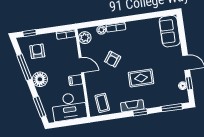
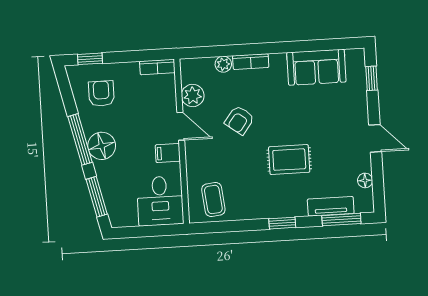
sofa: (170, 31) -> (316, 67), moved, turned -90
plant: (85, 38) -> (193, 95), moved
window: (24, 67) -> (80, 139), moved
window: (189, 83) -> (372, 78), moved
tv unit: (165, 101) -> (331, 206), added
fireplace: (132, 106) -> (268, 210), removed
desk: (69, 107) -> (160, 201), width x0.73

